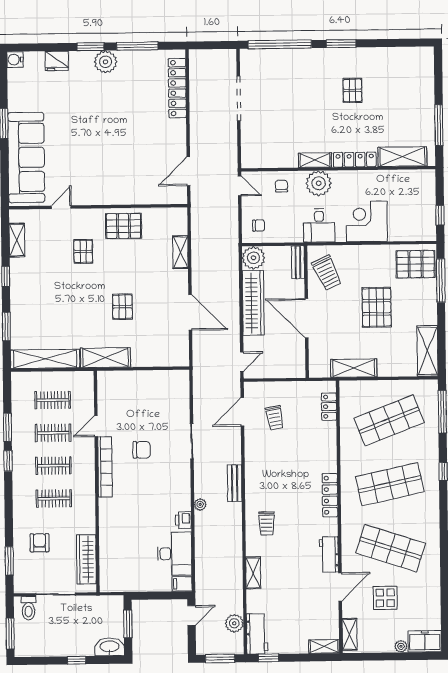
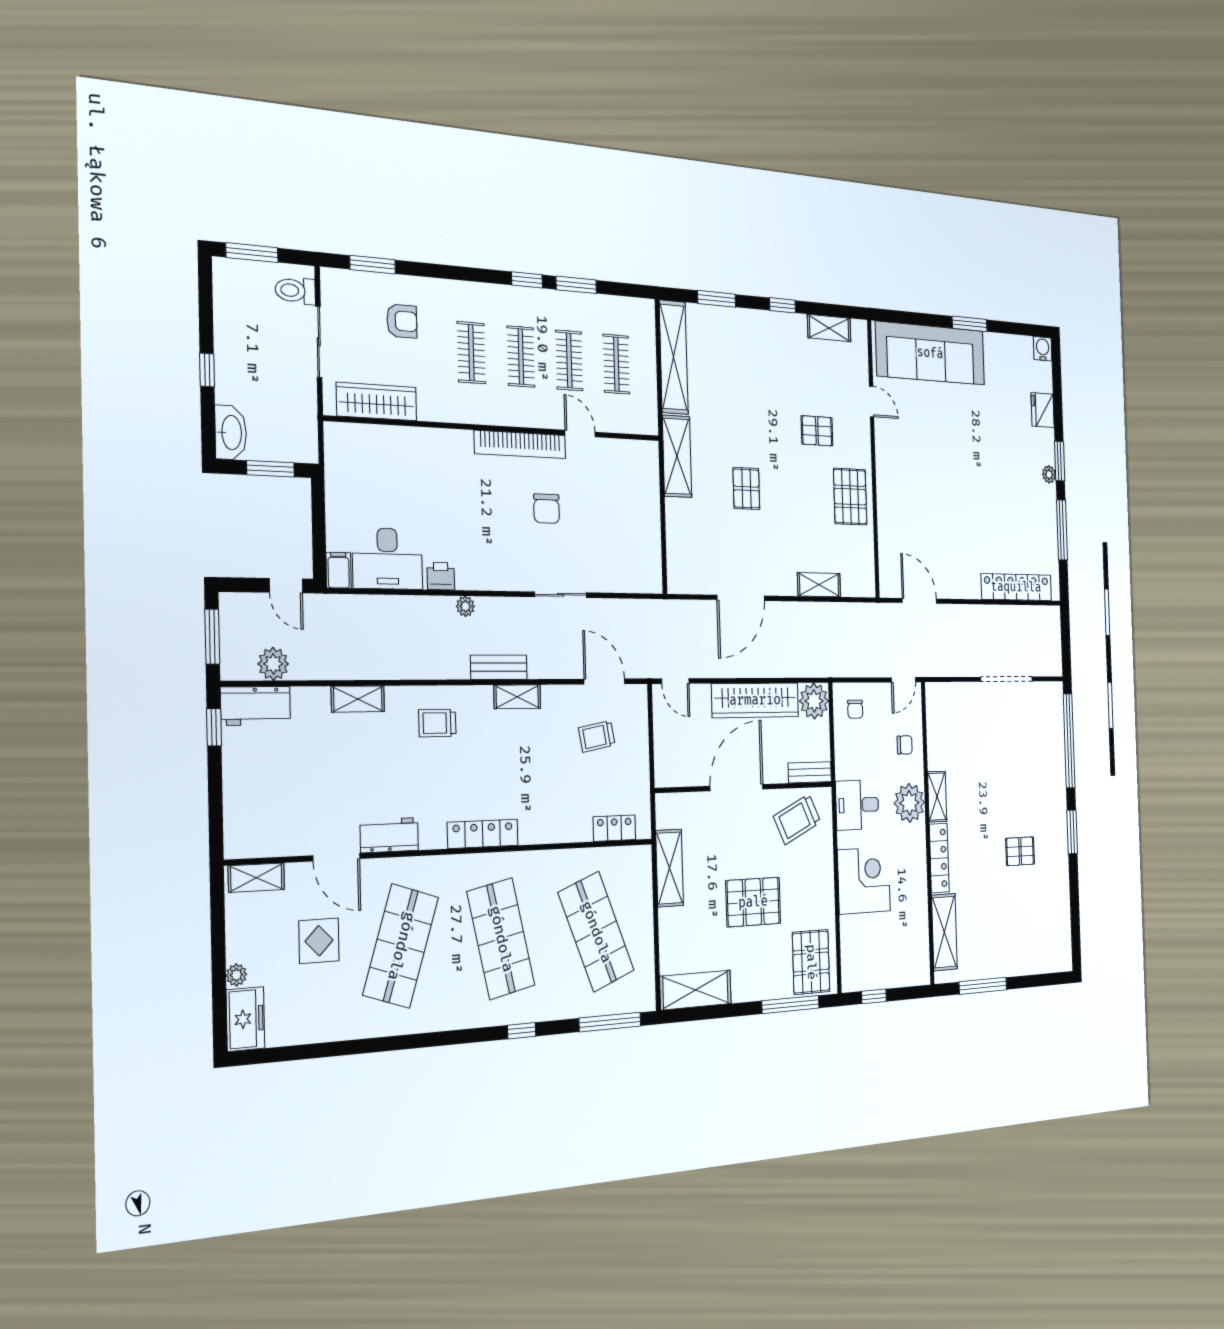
plant: (105, 62) -> (1049, 474), width x0.53, depth x0.53
pallet: (122, 307) -> (746, 488), turned 90
shelving: (324, 646) -> (517, 697), moved, turned 90

